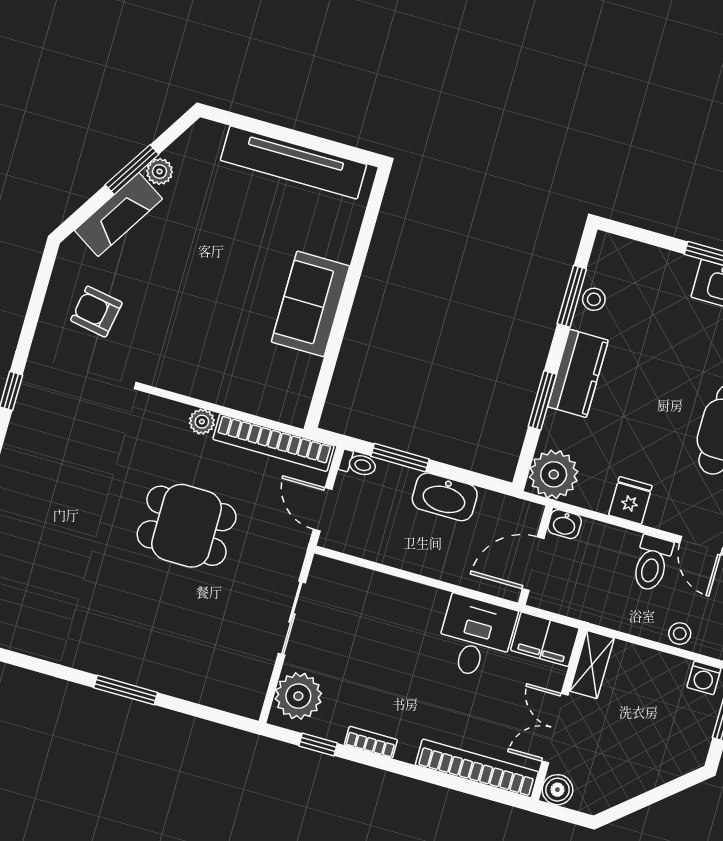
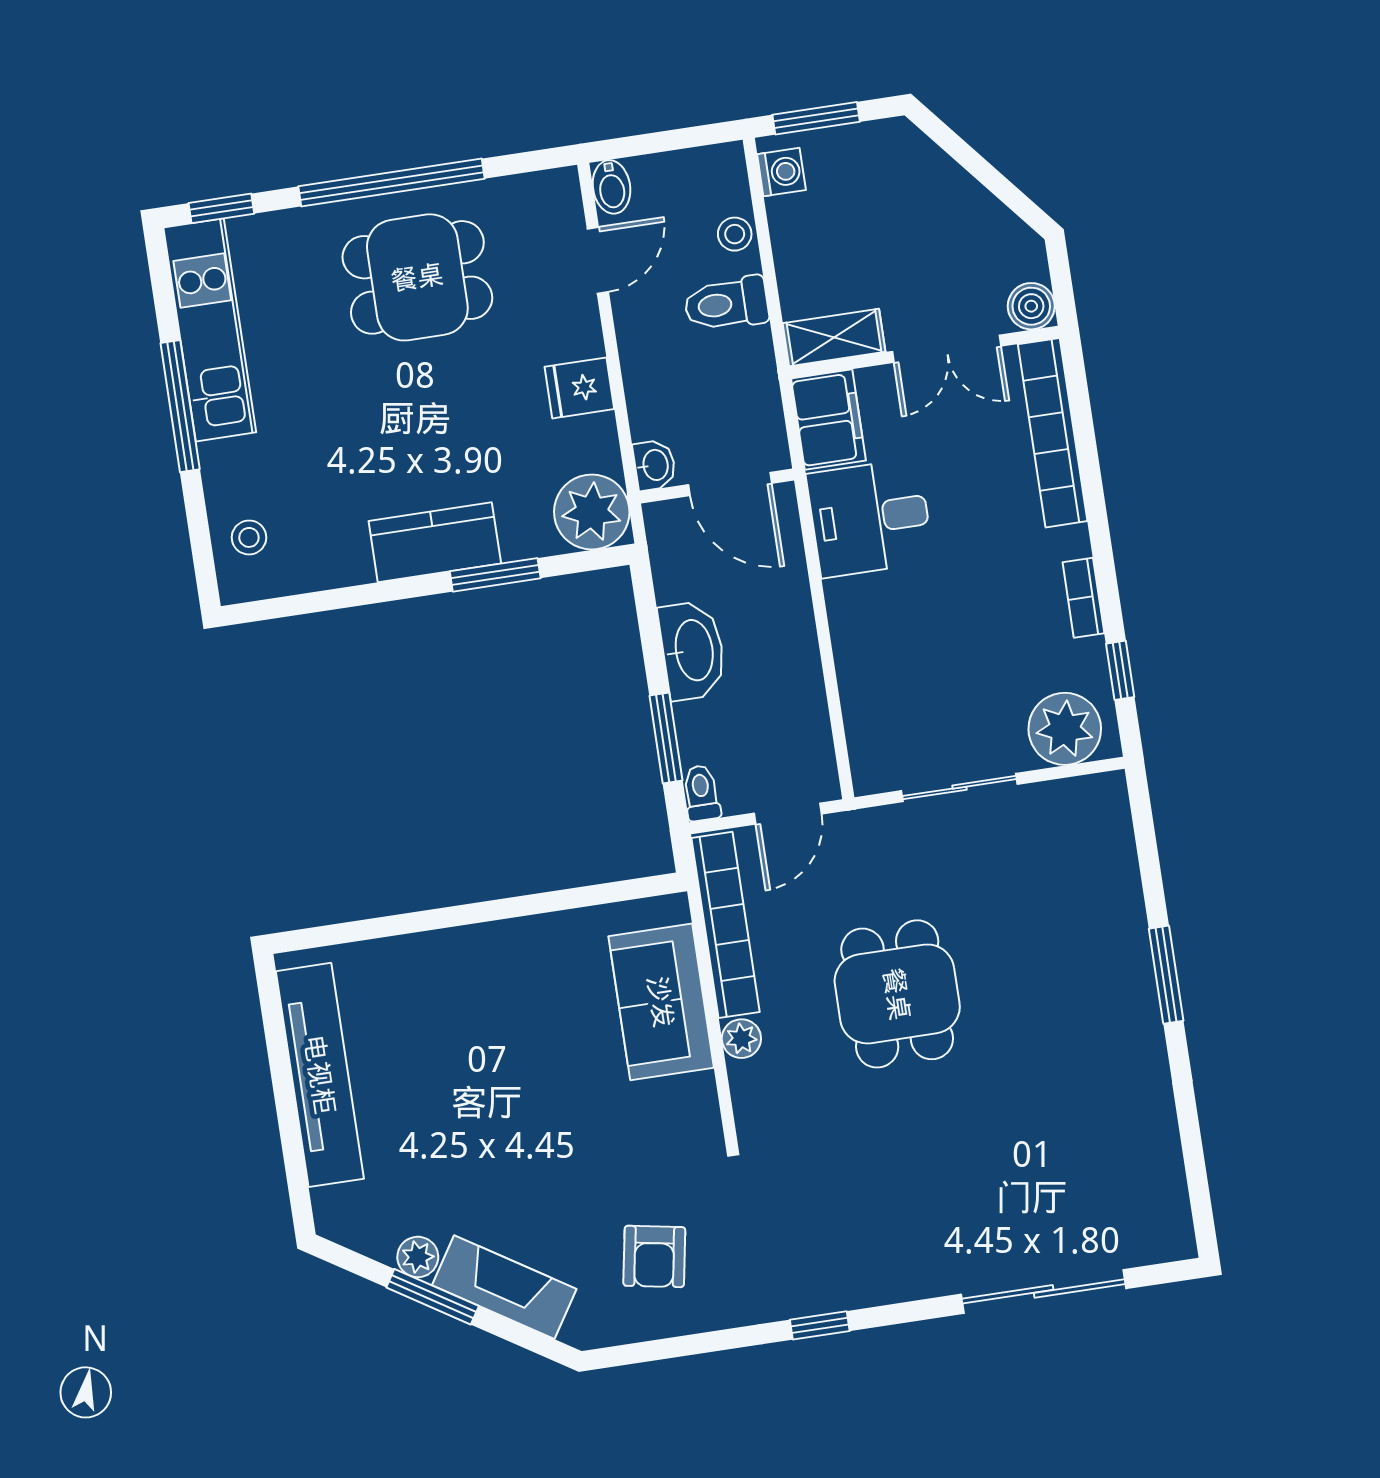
window: (572, 296) -> (330, 600), removed
stool: (594, 299) -> (249, 537), moved
sofa: (311, 304) -> (661, 1002), moved, turned 90
toilet: (652, 563) -> (726, 304), moved, turned 180

